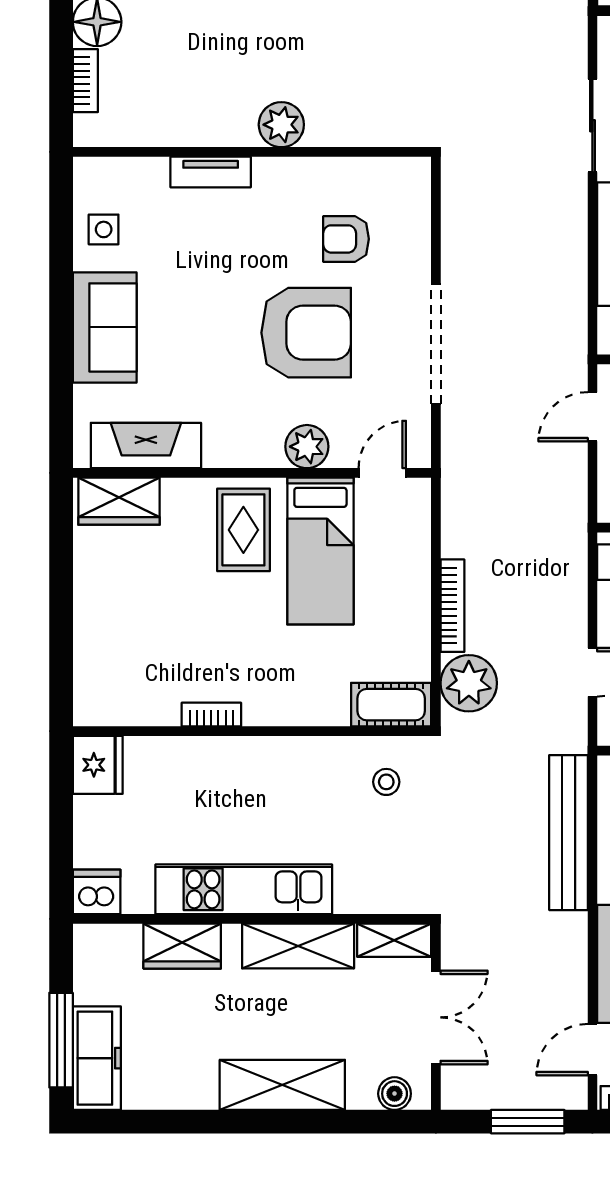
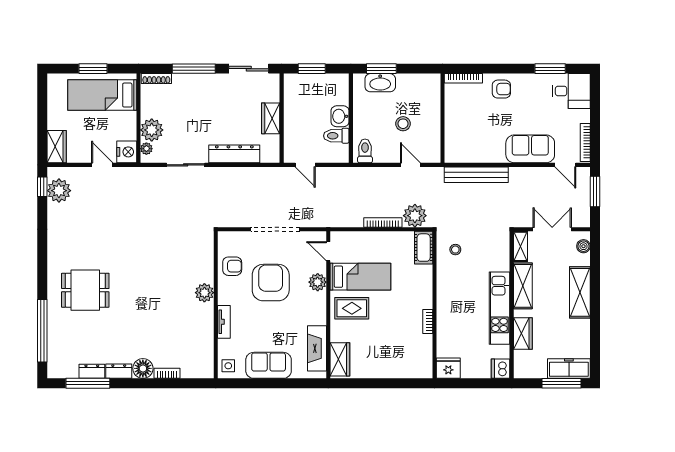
plant: (281, 125) -> (204, 293), moved
wall: (252, 152) -> (216, 305), moved
tv unit: (211, 172) -> (224, 322), moved
armchair: (346, 239) -> (232, 266), turned -90

